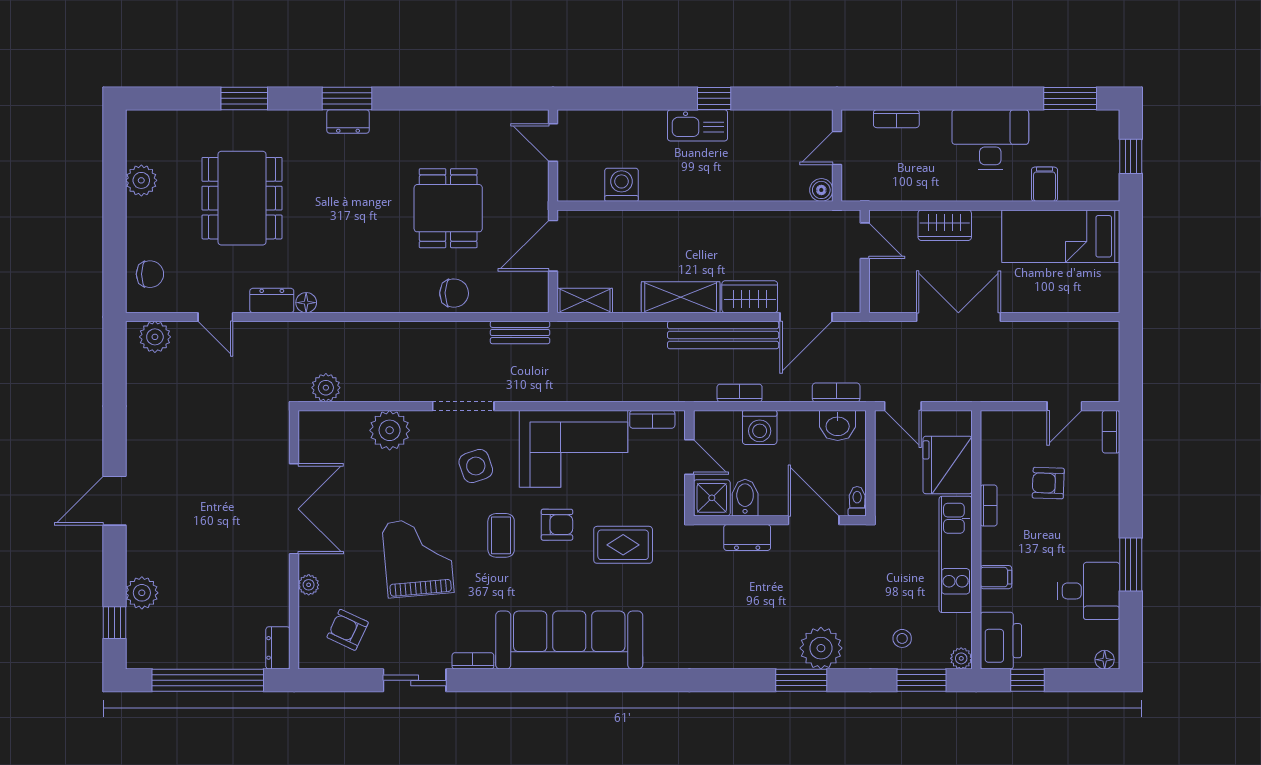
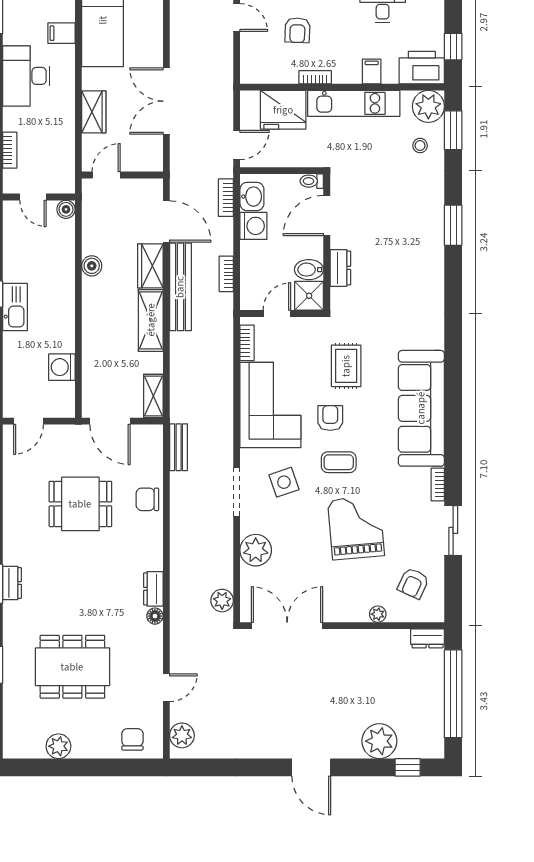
boiler: (750, 223) -> (92, 266), added
chair: (454, 293) -> (147, 499), turned -91
dresser: (272, 300) -> (153, 589), moved
washing machine: (760, 427) -> (253, 226), moved
double door: (294, 509) -> (287, 626), moved
grand piano: (418, 557) -> (356, 528), turned 90
plant: (142, 593) -> (379, 741), width x1.36, depth x1.36
plant: (821, 648) -> (428, 210), removed
plant: (961, 658) -> (428, 106), width x1.87, depth x1.87

